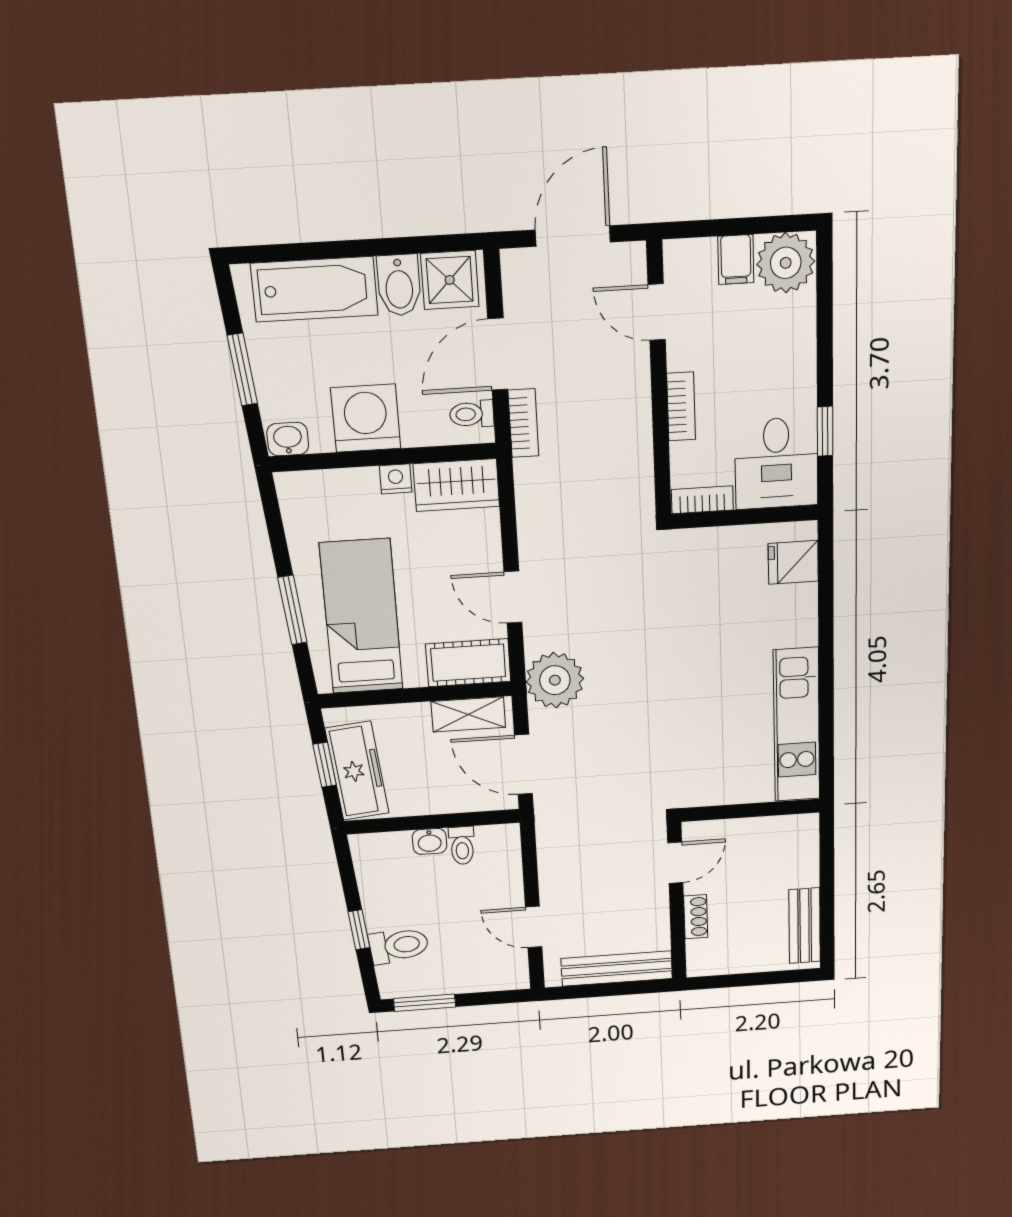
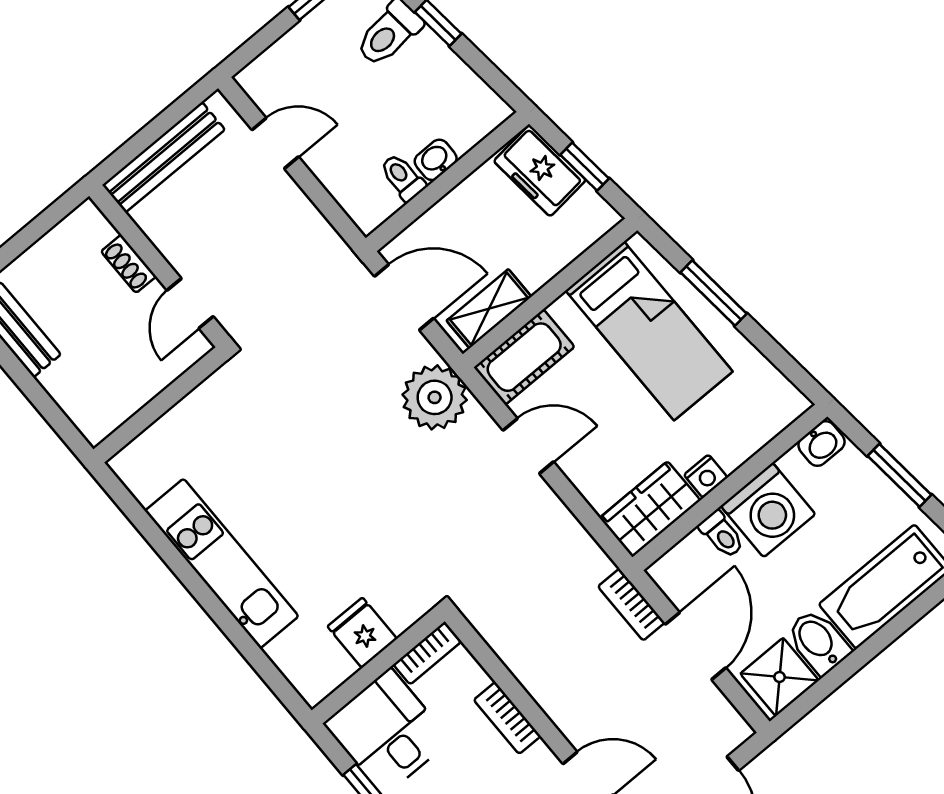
toilet: (472, 414) -> (722, 534), moved, turned 90
fridge: (793, 562) -> (362, 633), moved, turned -90
kitchen unit: (797, 725) -> (222, 564), moved
freezer: (357, 771) -> (540, 171), width x0.71

